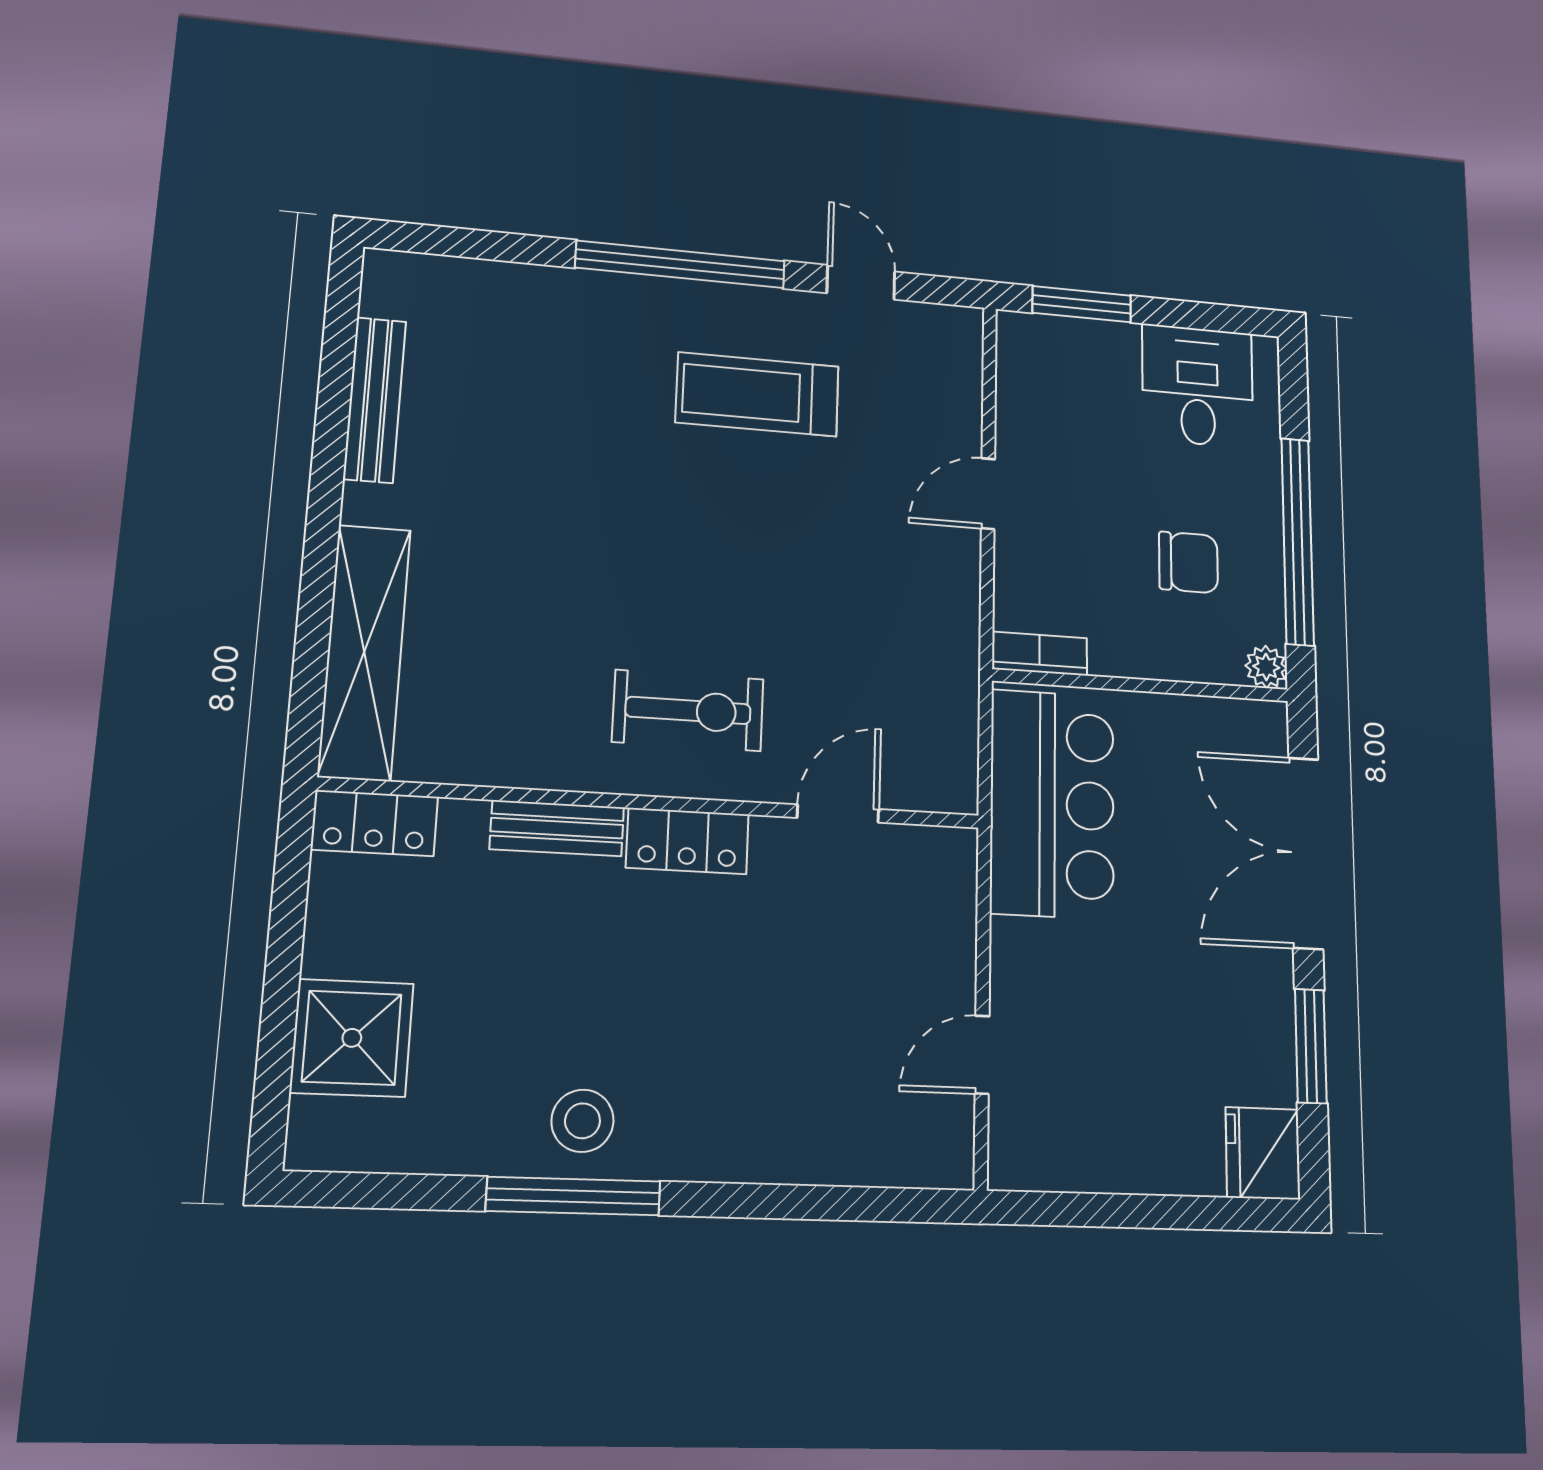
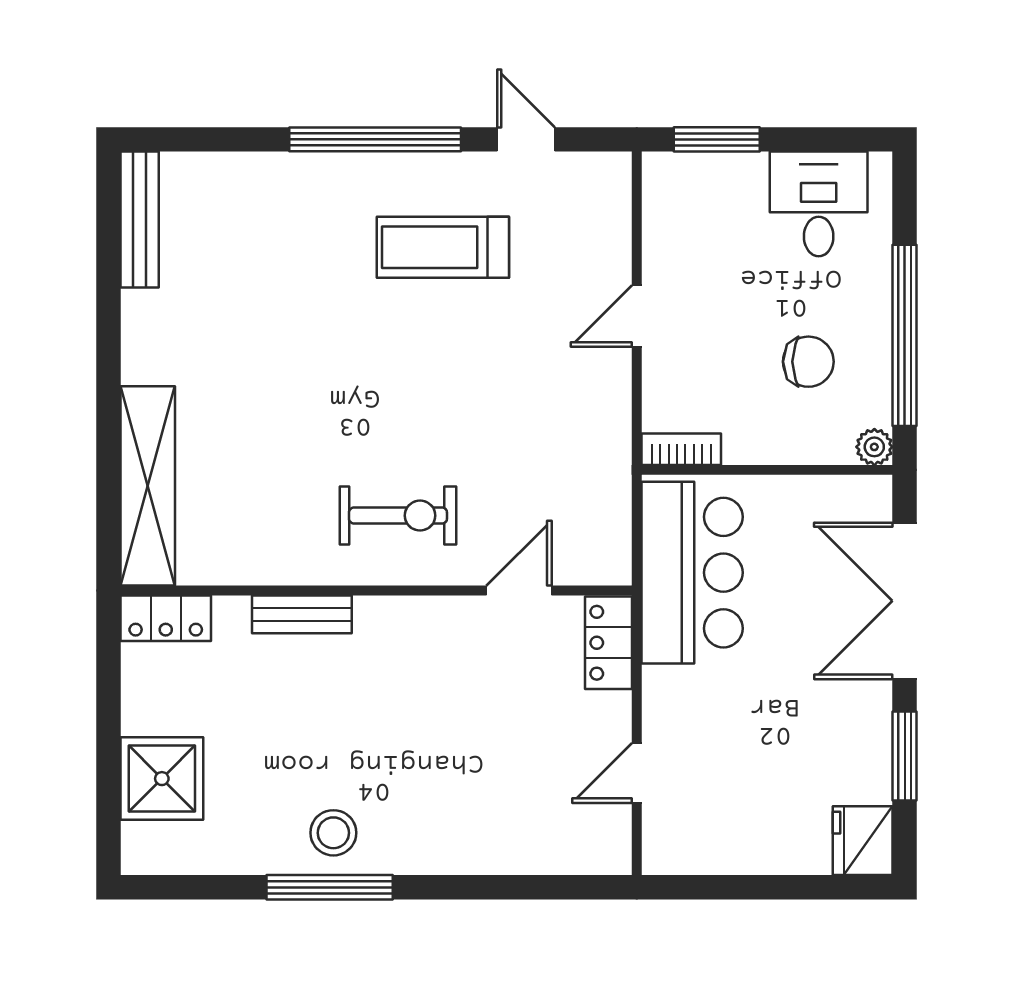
bench: (375, 400) -> (140, 220), moved
locker: (687, 841) -> (608, 643), moved, turned 90

